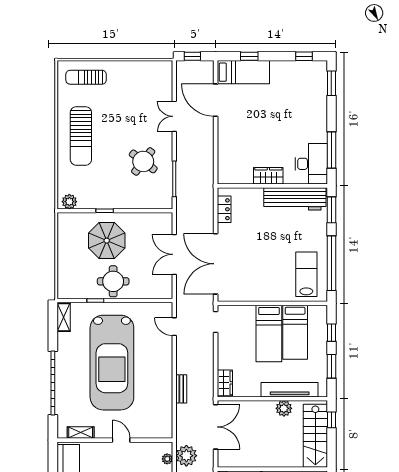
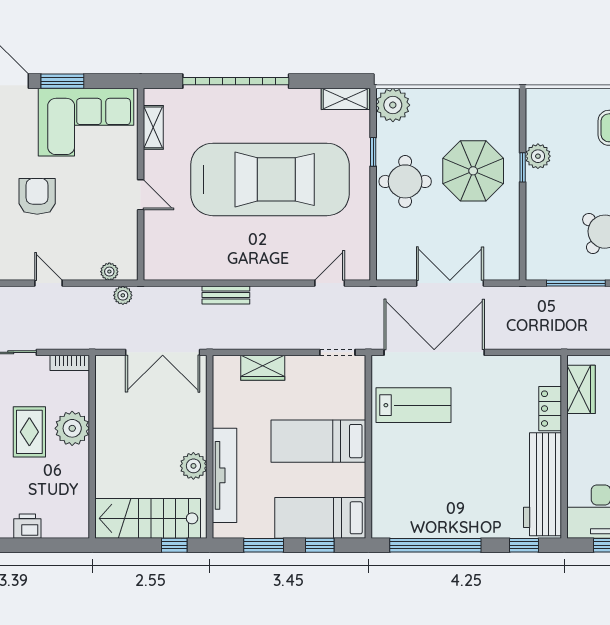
wardrobe: (268, 176) -> (581, 389), moved
plant: (69, 202) -> (538, 156), moved
locker: (224, 209) -> (550, 409), moved, turned 90
window: (331, 210) -> (524, 545), width x0.67
lab bench: (306, 274) -> (414, 405), moved
plant: (67, 289) -> (393, 105), added
bed: (295, 332) -> (320, 518), moved
car: (112, 363) -> (270, 179), turned 180
wardrobe: (225, 383) -> (263, 368), moved
door: (121, 440) -> (141, 195), hinge flipped
plant: (186, 456) -> (123, 295), width x0.53, depth x0.53

